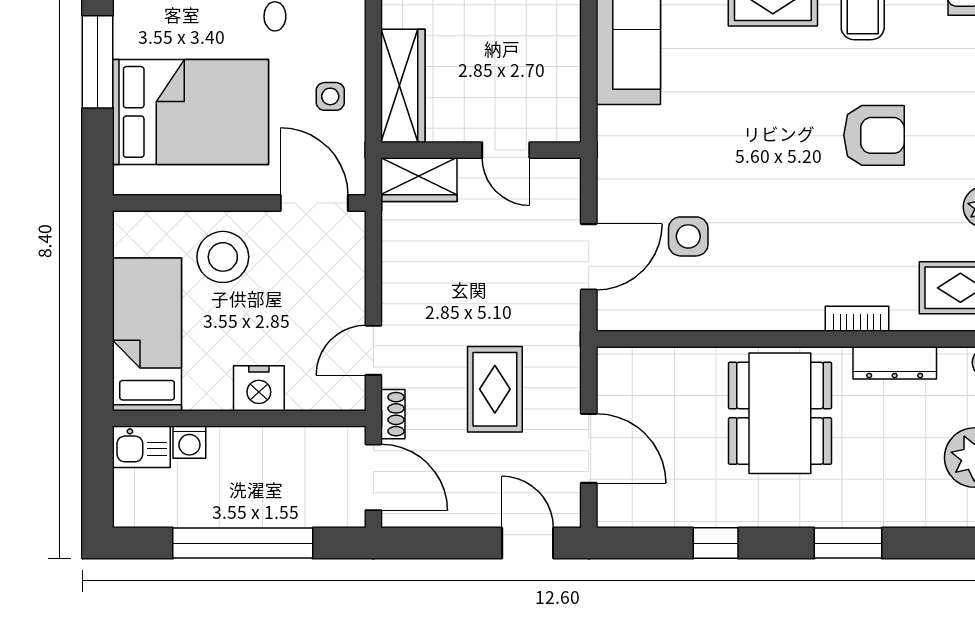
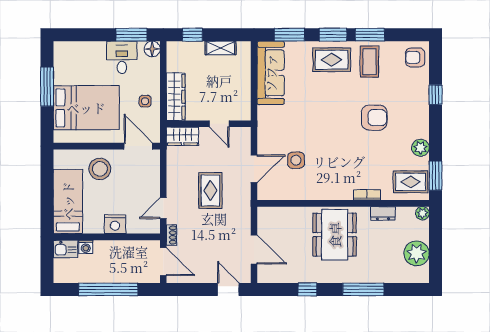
dresser: (895, 363) -> (383, 213), width x0.70
rug: (495, 389) -> (210, 190), moved
window: (848, 543) -> (363, 289), width x1.44

